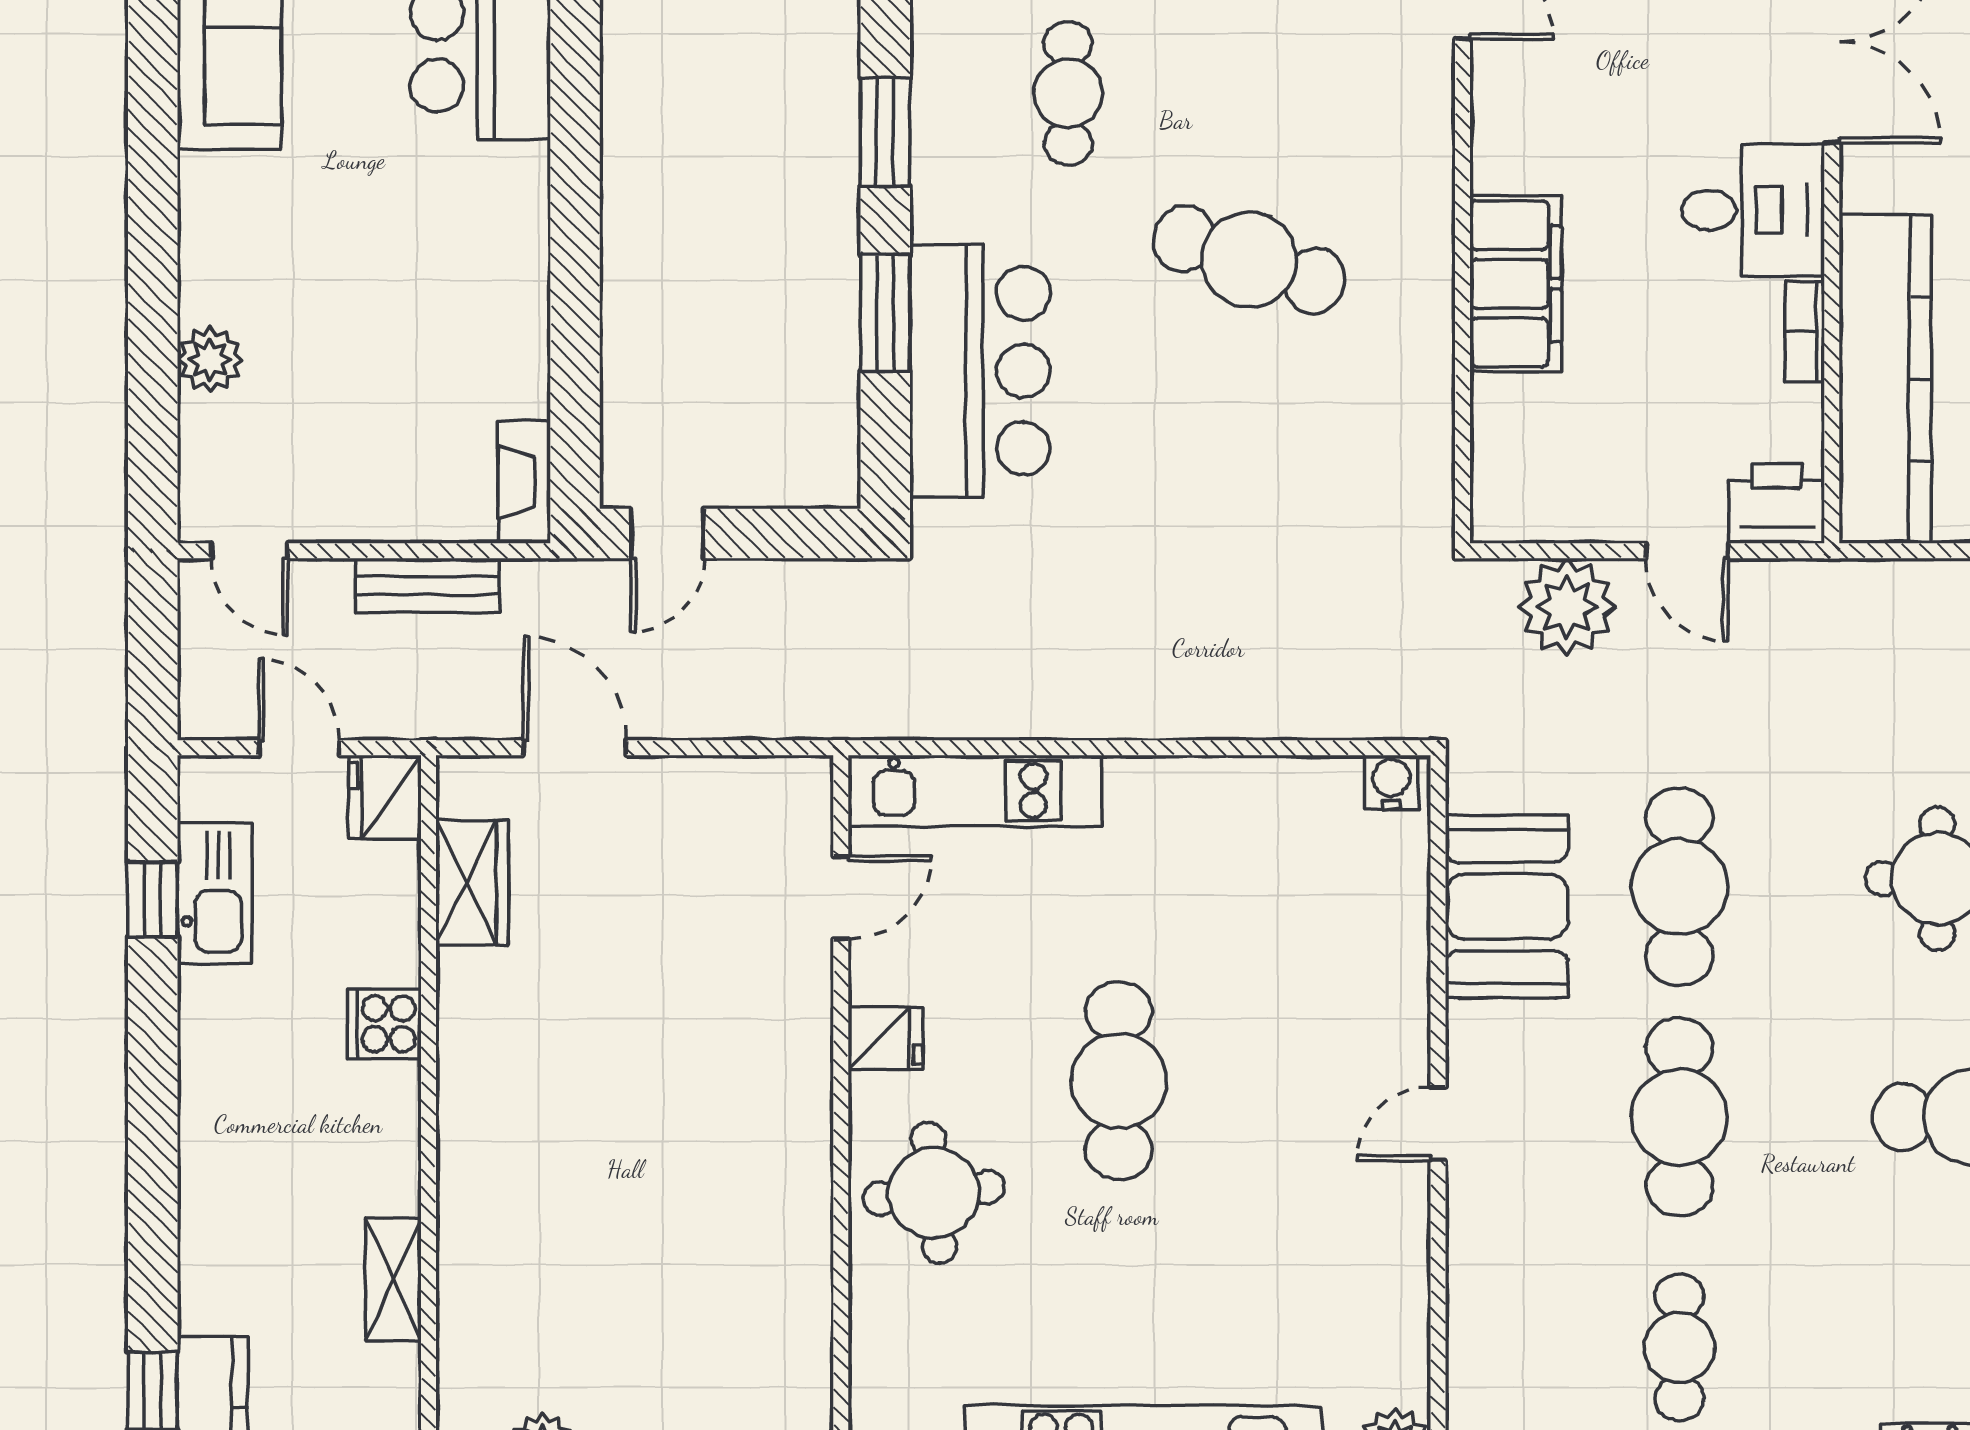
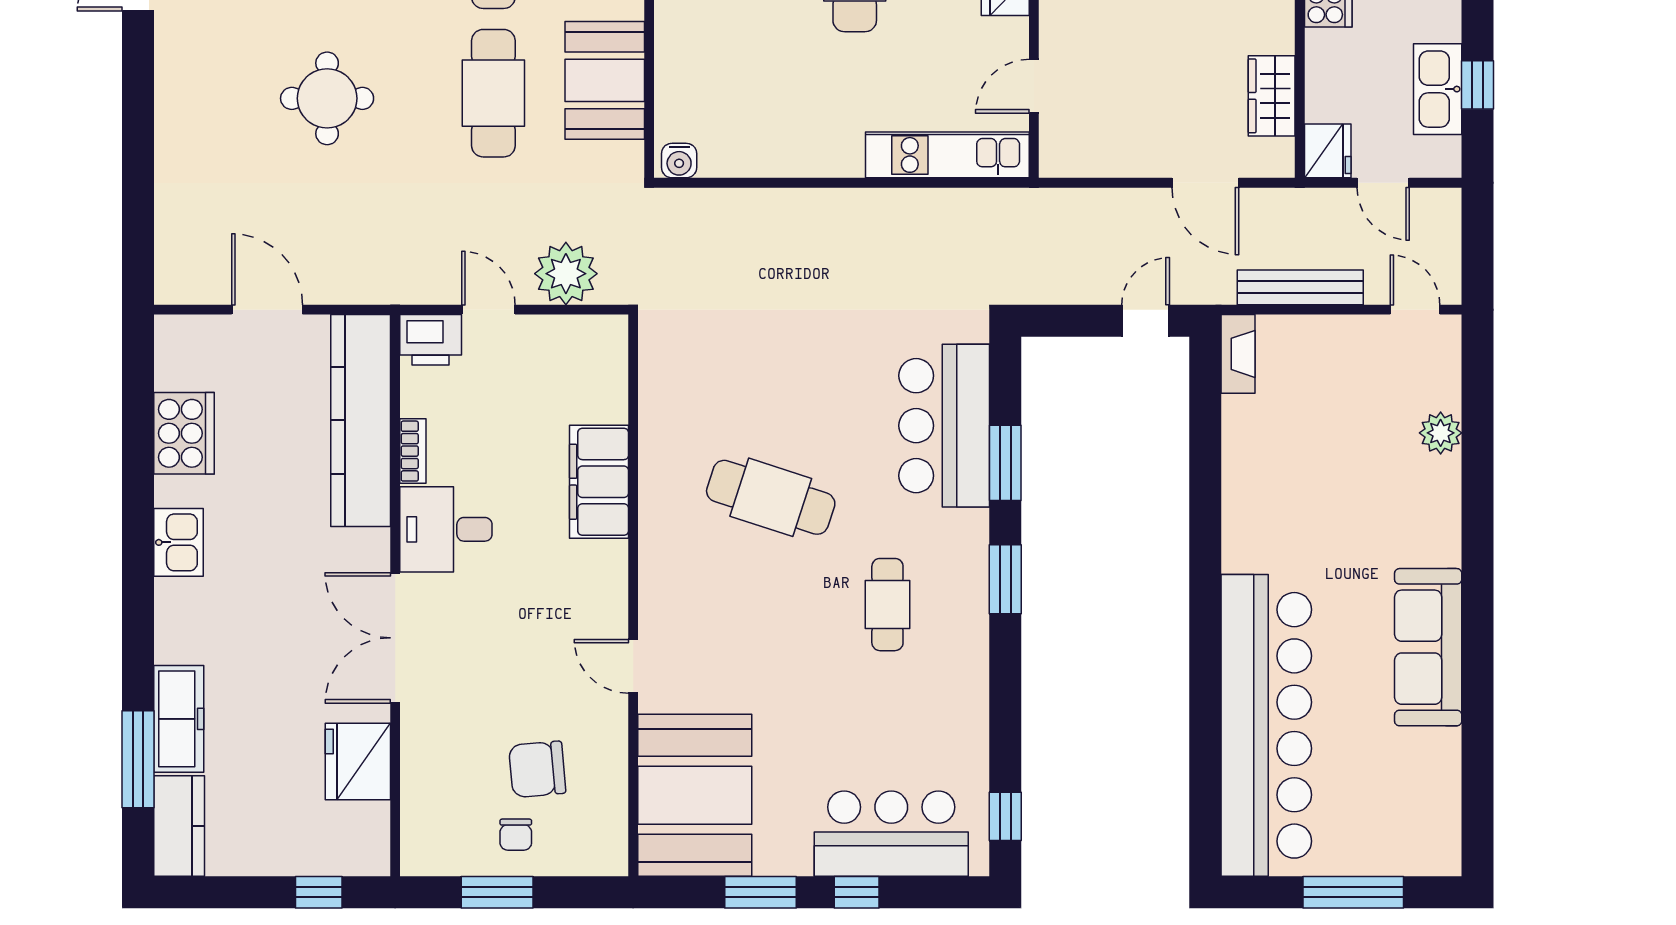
bench: (428, 585) -> (1300, 287), width x1.36

